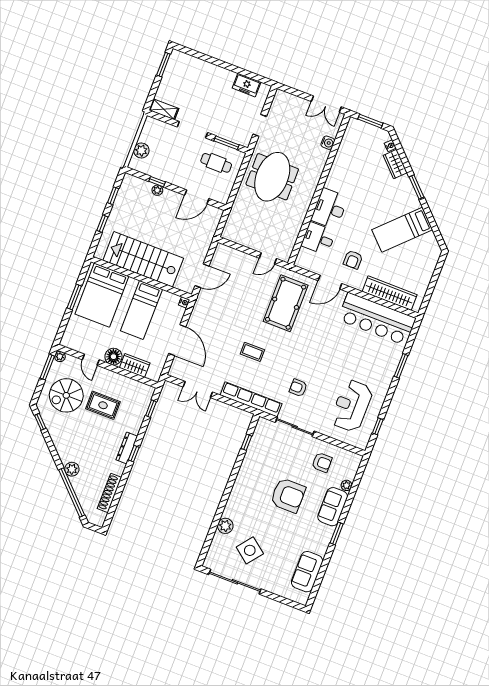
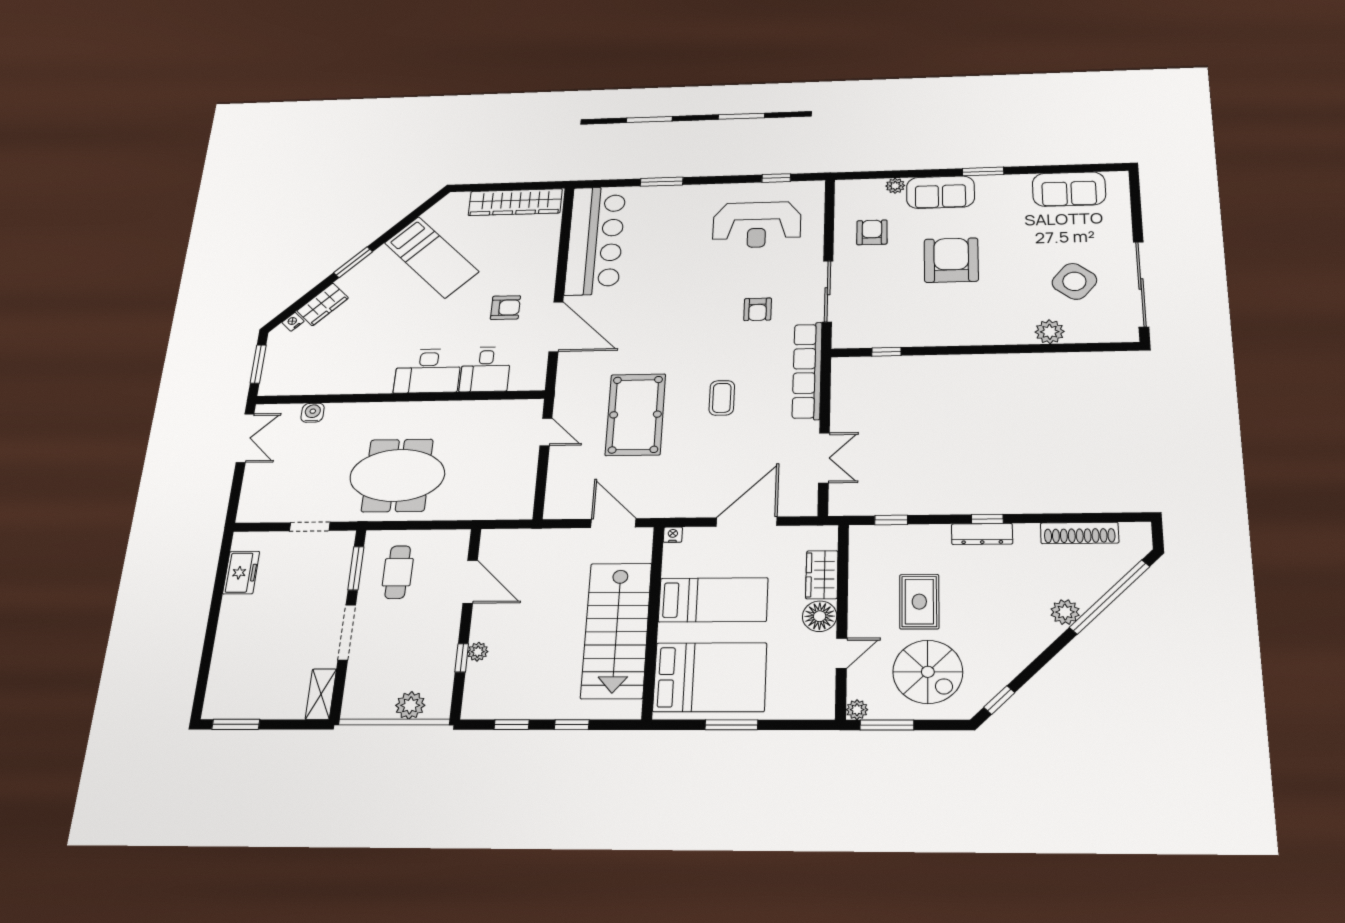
door: (330, 282) -> (556, 327), width x1.36
wardrobe: (390, 293) -> (515, 202), moved, turned -90
pool table: (286, 303) -> (635, 414), moved, turned 90

